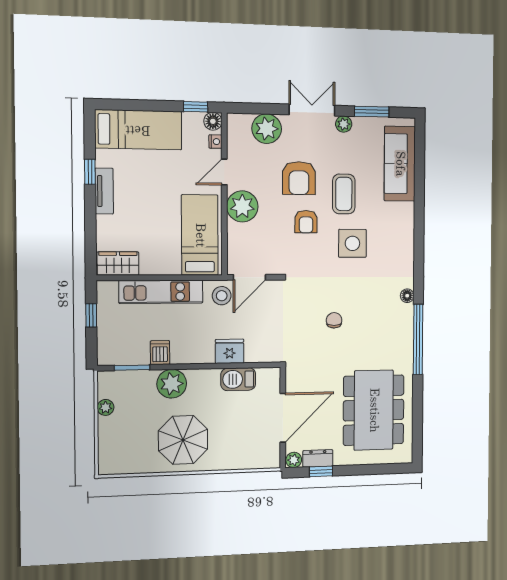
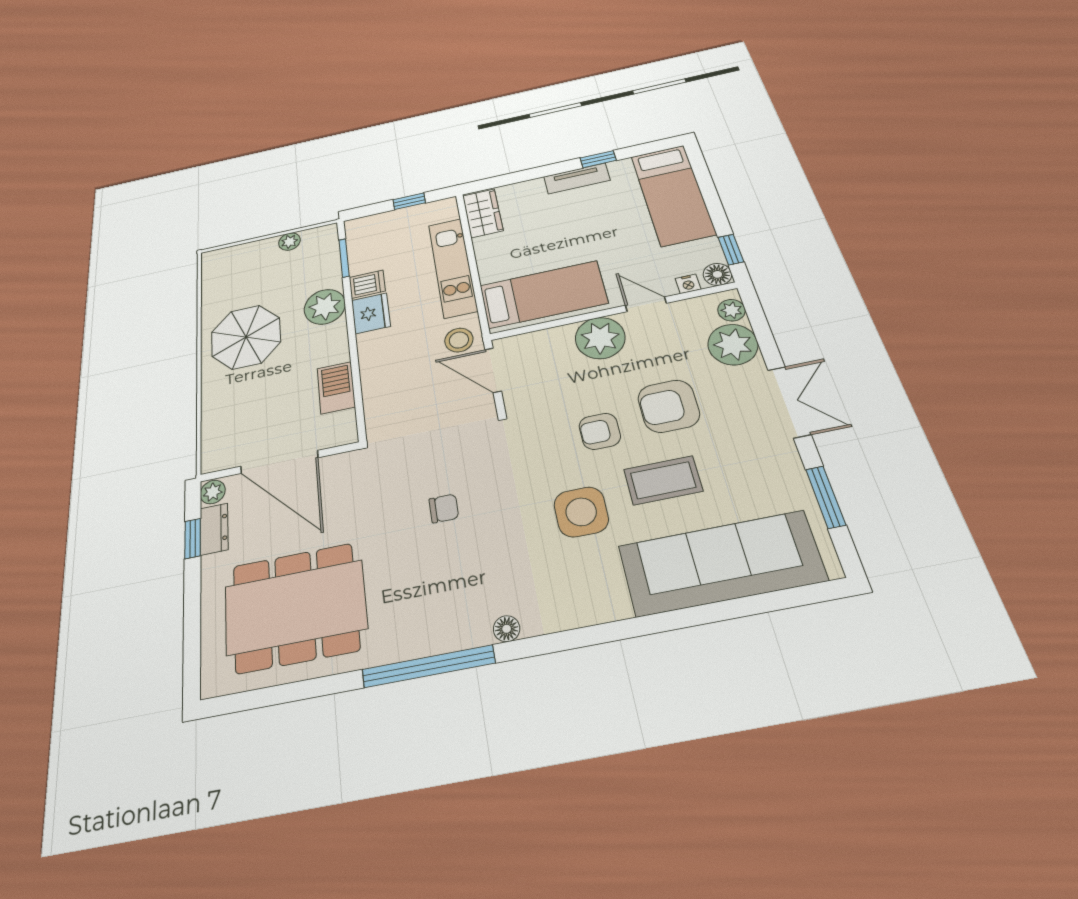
plant: (344, 124) -> (732, 310), moved
sofa: (400, 164) -> (721, 563), width x1.36, depth x1.27
fridge: (230, 351) -> (371, 313), moved

